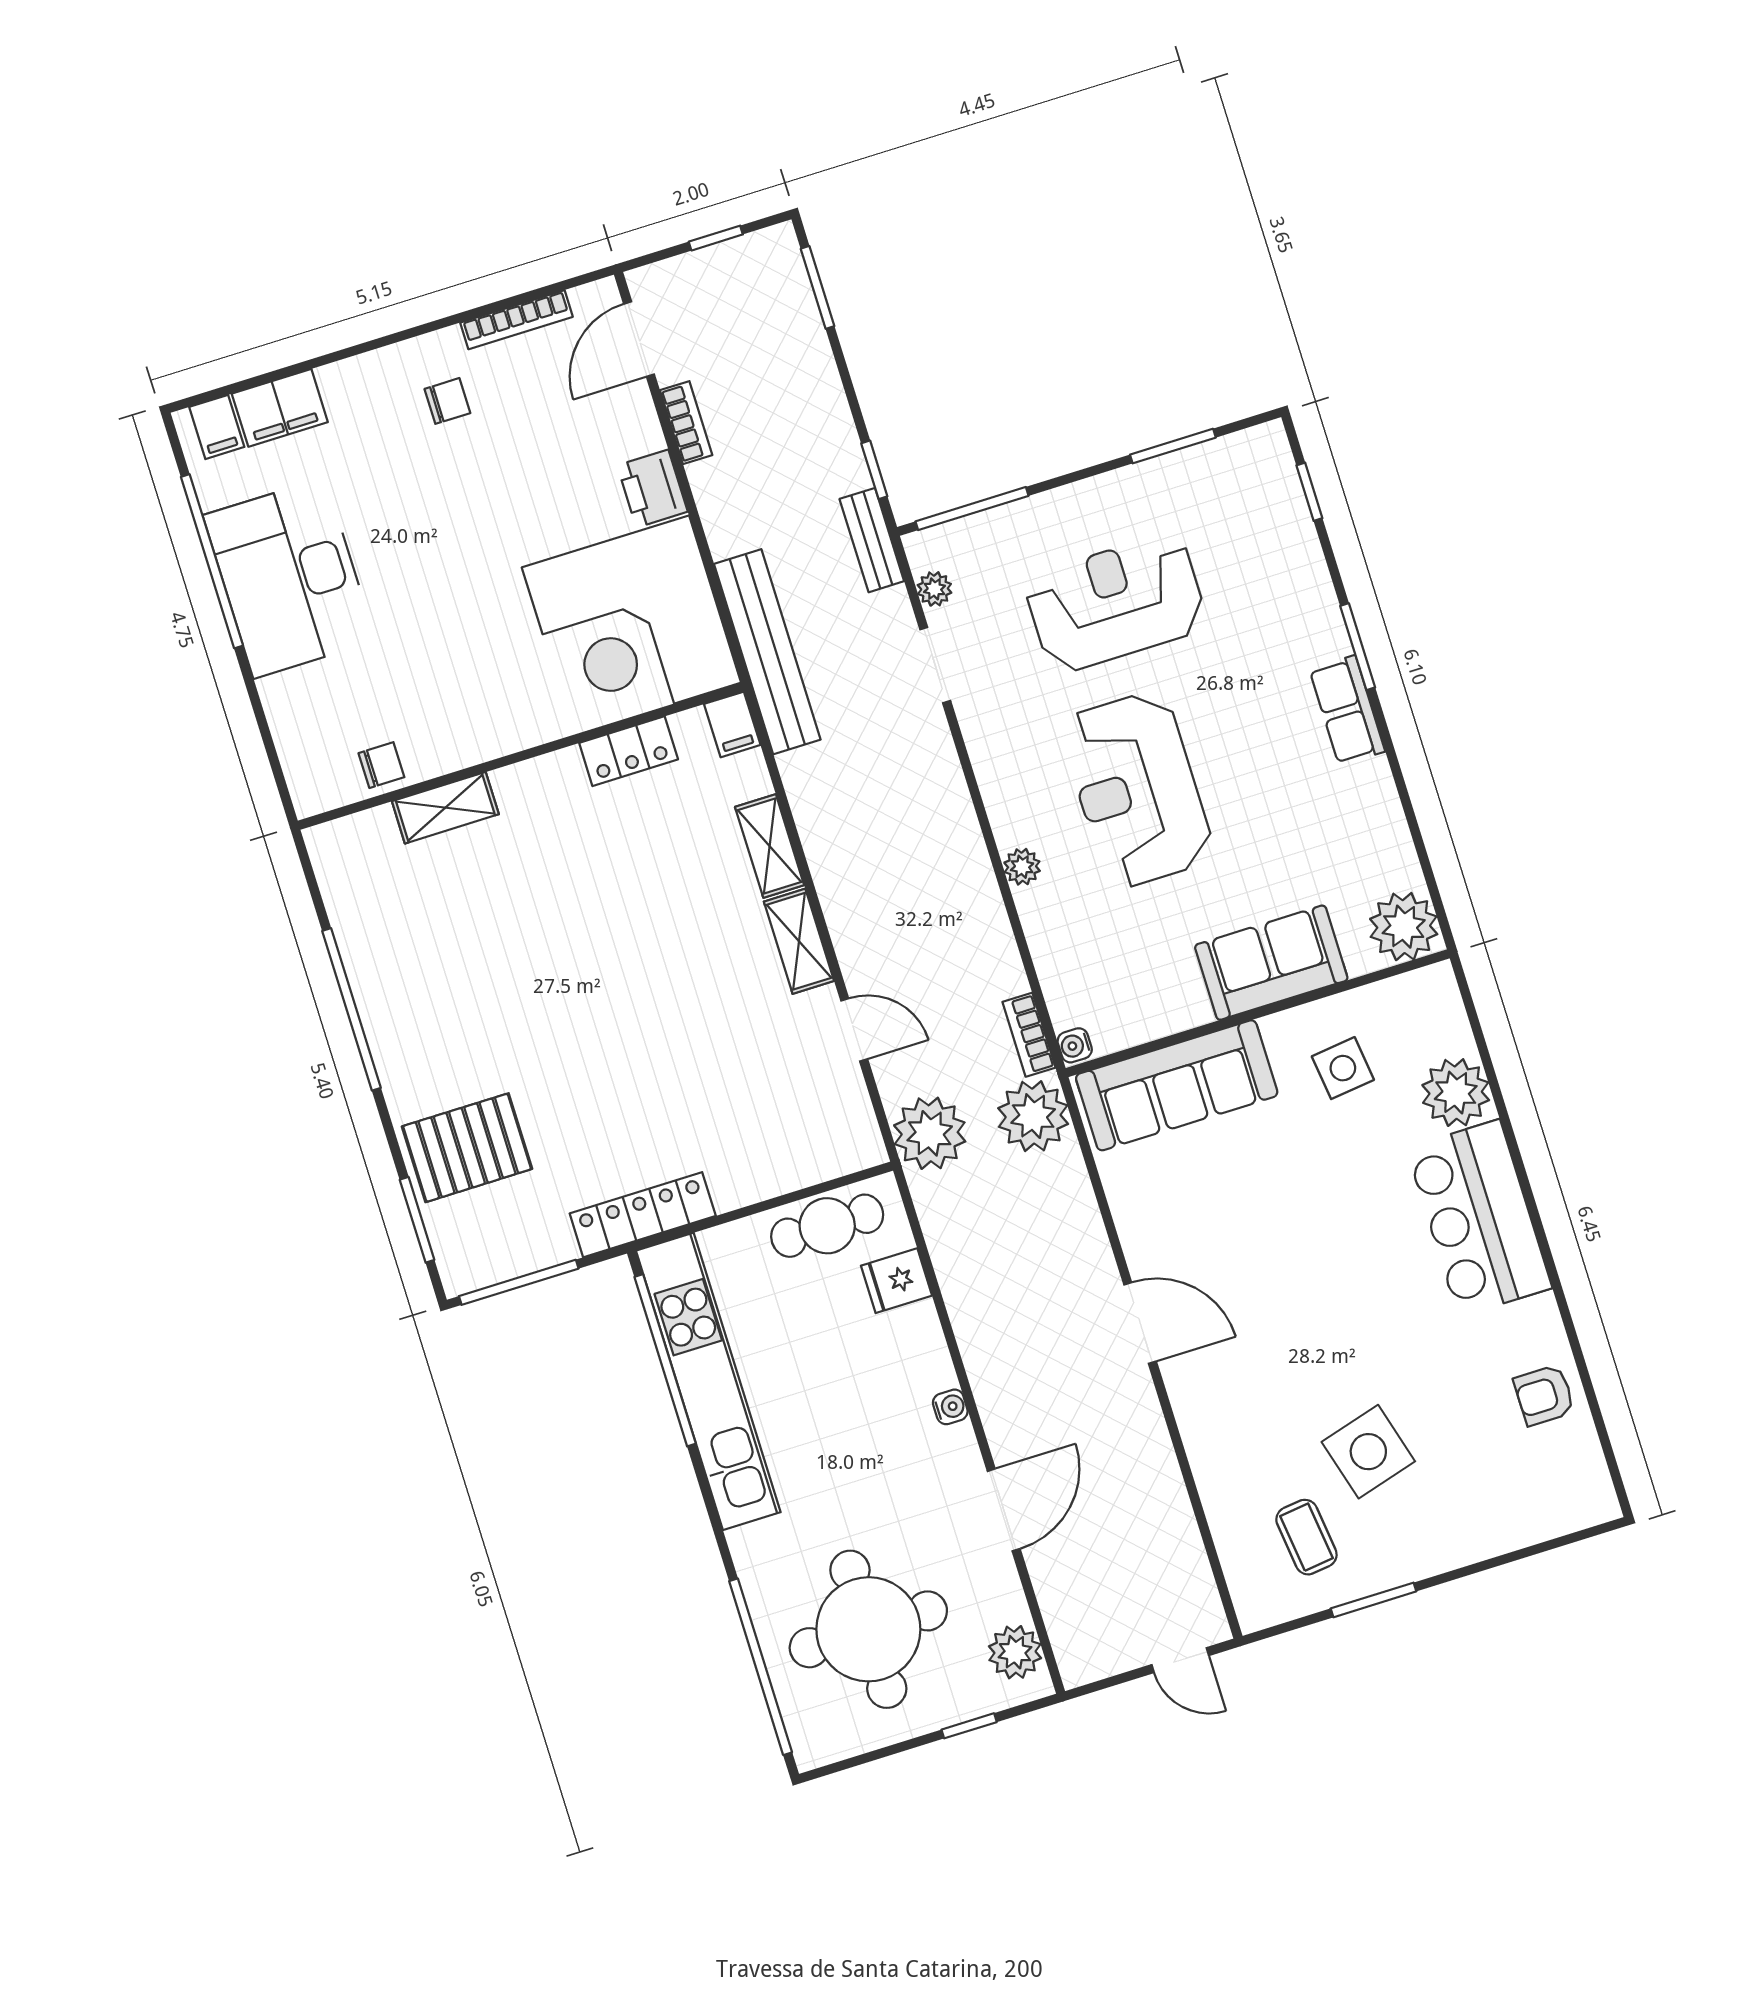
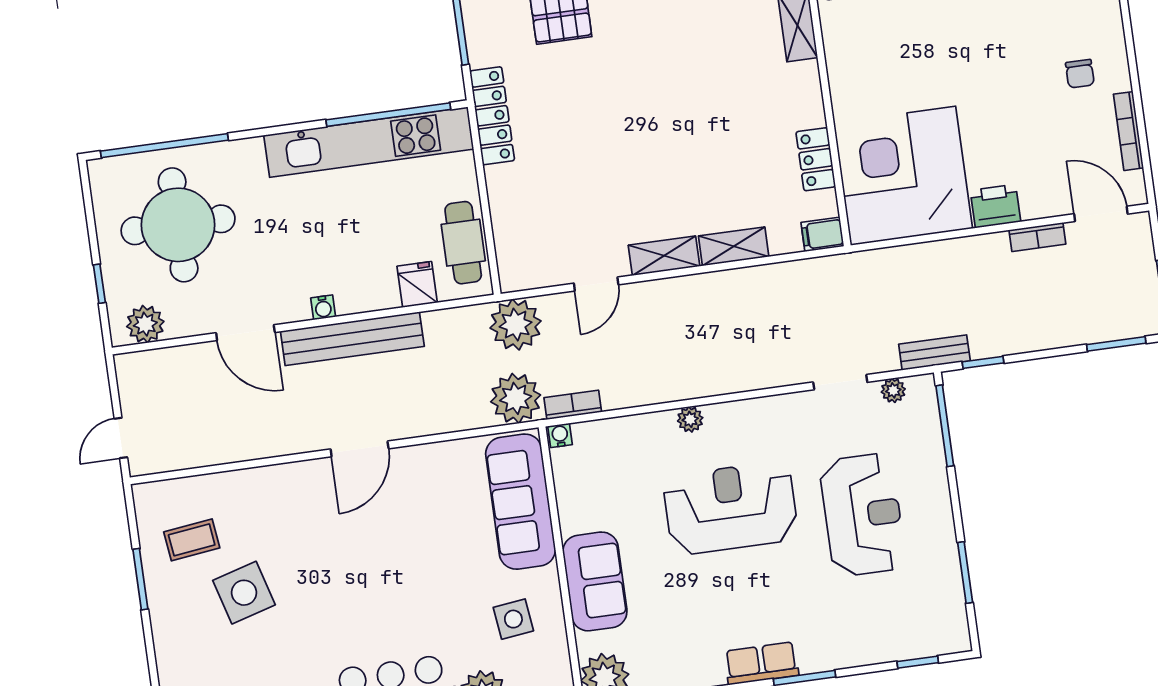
bench: (767, 652) -> (352, 339), moved

